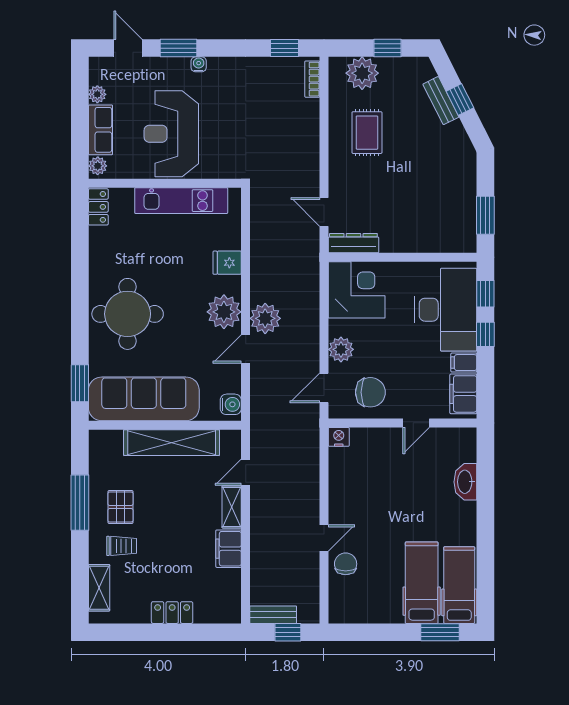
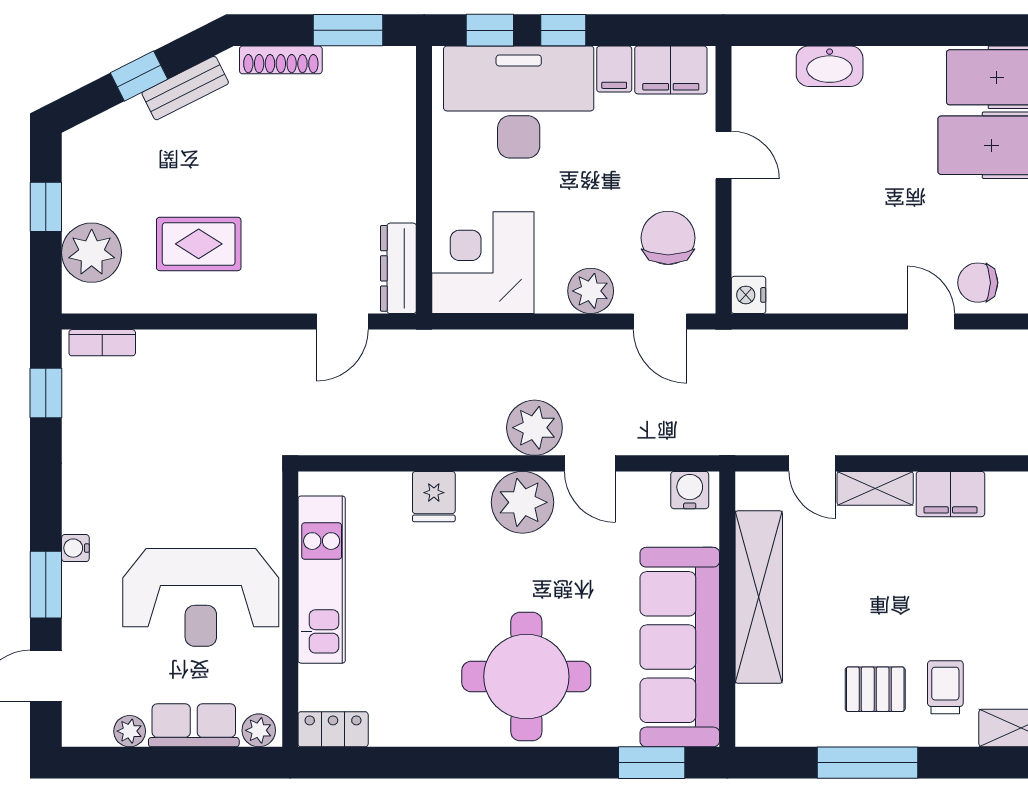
bench: (441, 101) -> (185, 88), moved
shoe rack: (469, 178) -> (281, 60), added

